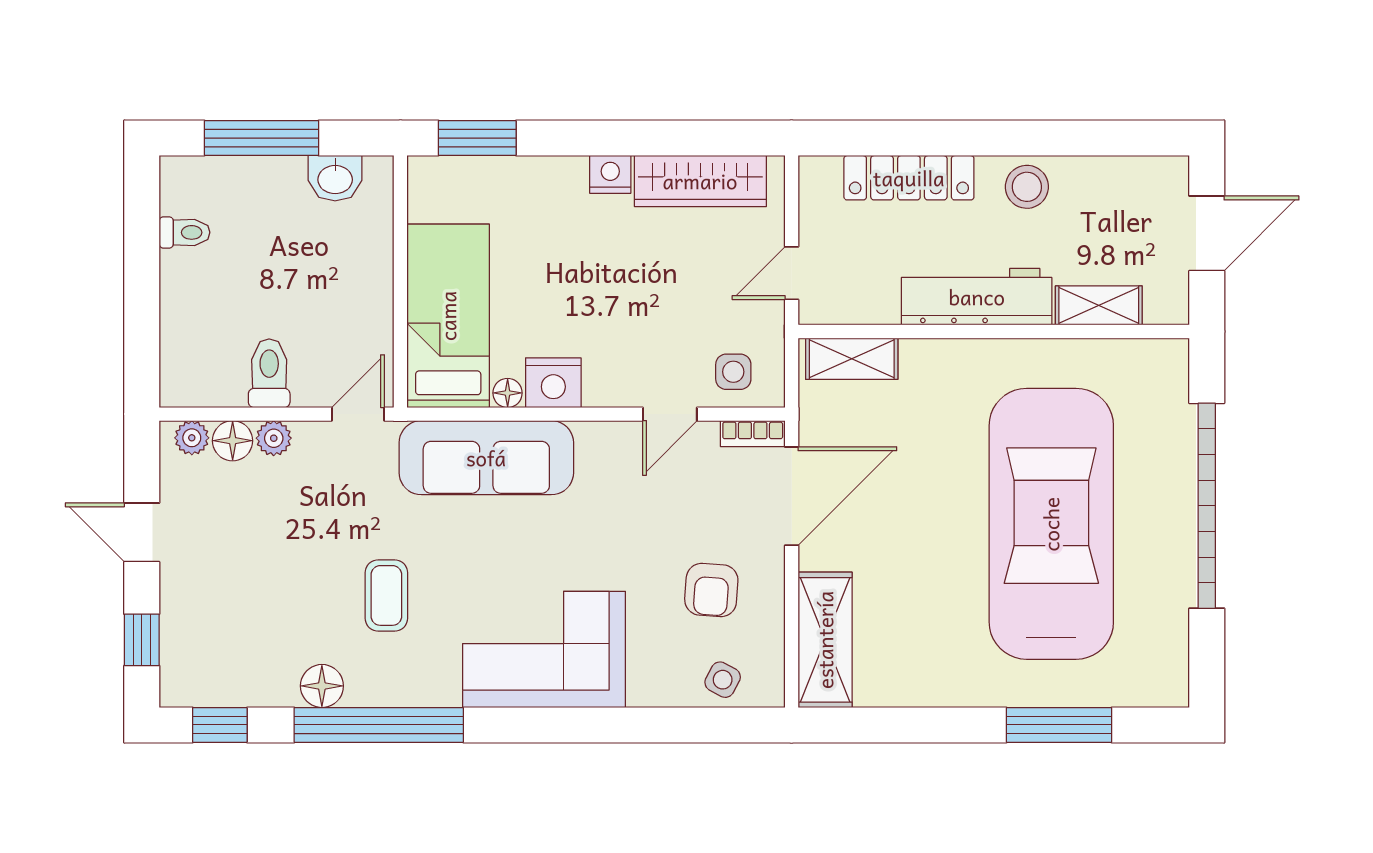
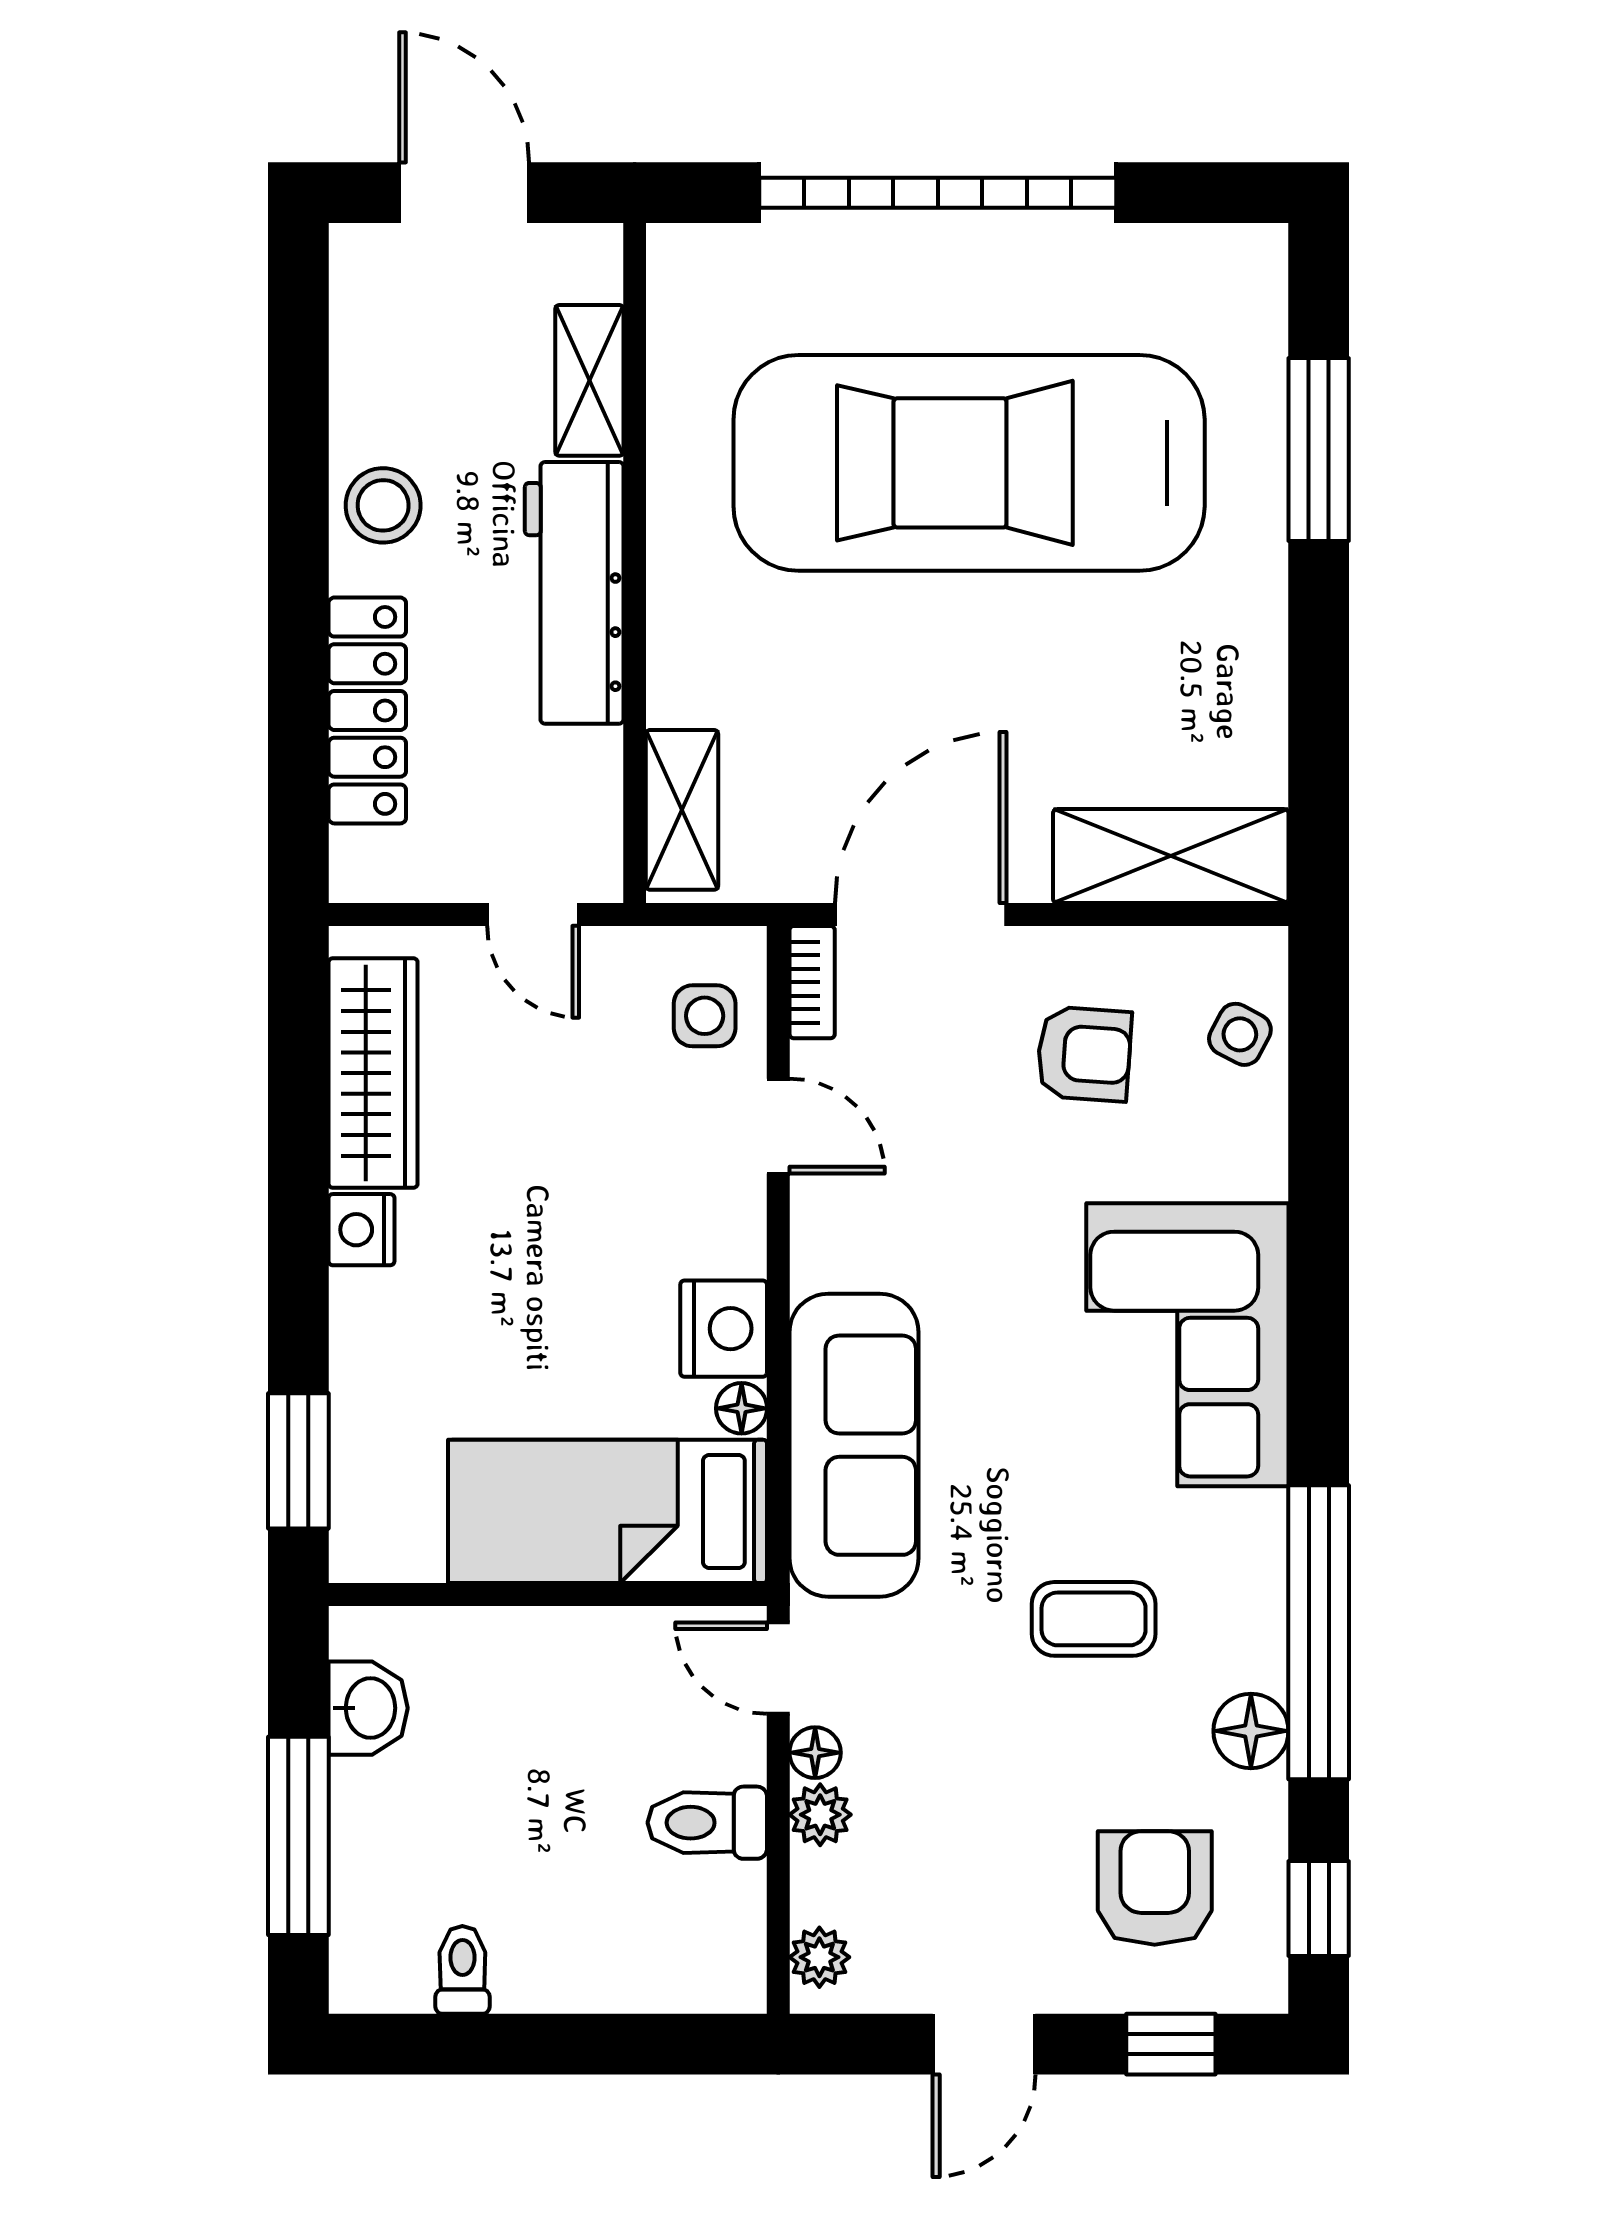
floor lamp: (233, 441) -> (815, 1753), moved, width x0.73, depth x0.73
door: (792, 496) -> (921, 914), hinge flipped
armchair: (232, 631) -> (1155, 1888), added

